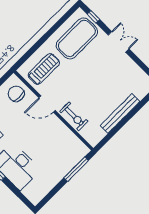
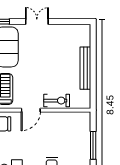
window: (76, 169) -> (93, 145), moved

